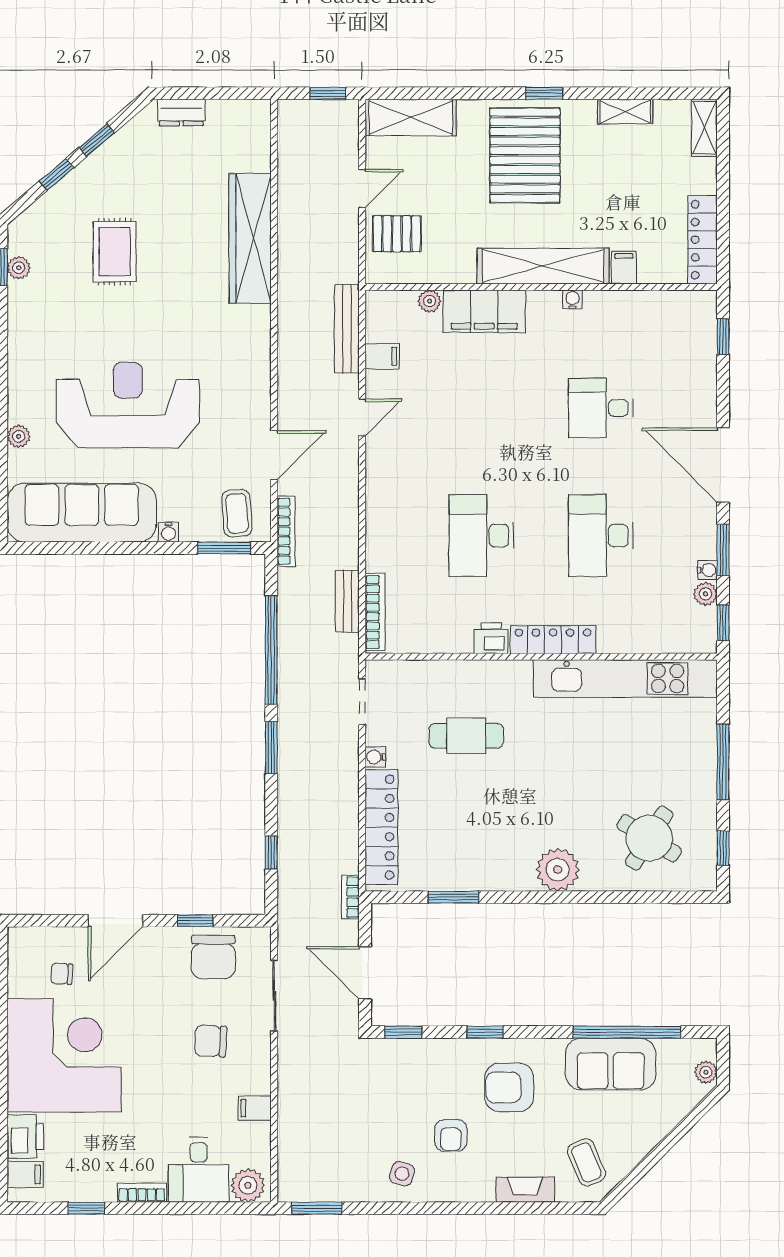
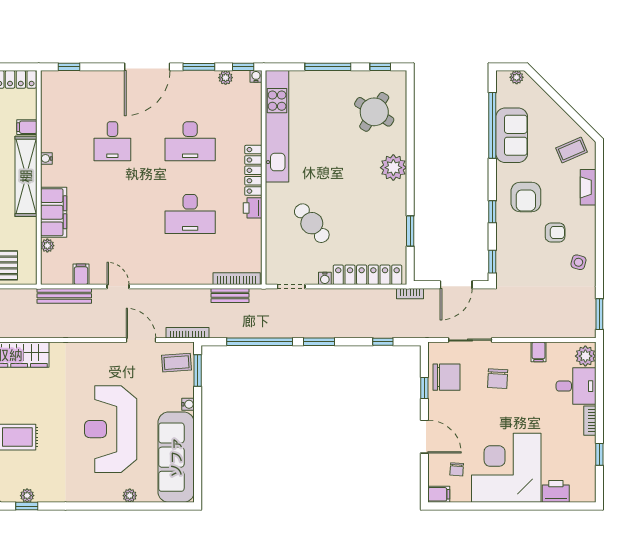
water cooler: (707, 570) -> (256, 76), moved
cafe table: (466, 736) -> (312, 223), turned -39
filing cabinet: (25, 1174) -> (439, 494), moved, turned 90

